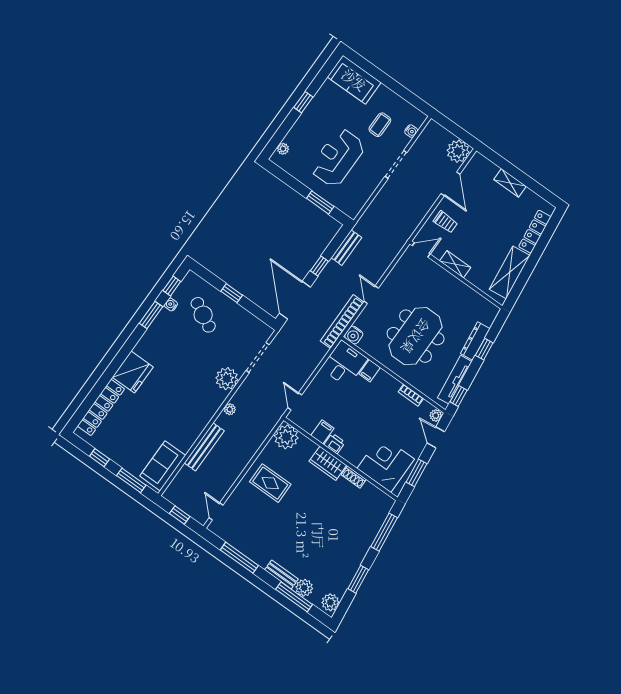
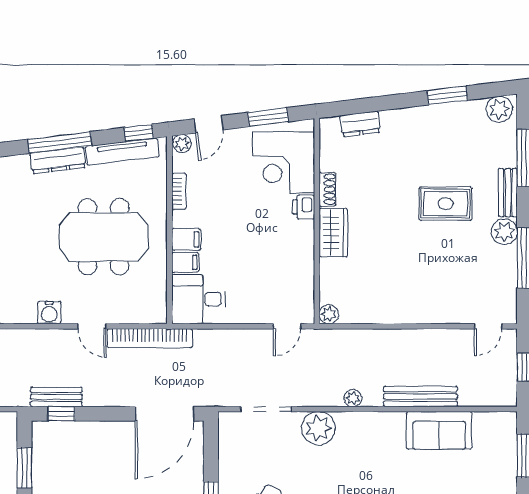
window: (319, 266) -> (61, 414), moved
door: (371, 295) -> (92, 326), hinge flipped
water cooler: (354, 335) -> (49, 312), moved, turned 90
window: (484, 349) -> (60, 142), width x2.17
filing cabinet: (322, 432) -> (186, 239), moved, turned 180
plant: (286, 437) -> (329, 314), width x0.53, depth x0.53
printer: (335, 444) -> (304, 207), moved
sofa: (163, 466) -> (439, 430), moved
rug: (270, 483) -> (446, 204), moved, turned 90
dresser: (377, 521) -> (360, 124), added
window: (384, 532) -> (368, 105), removed
plant: (304, 588) -> (504, 232), moved

